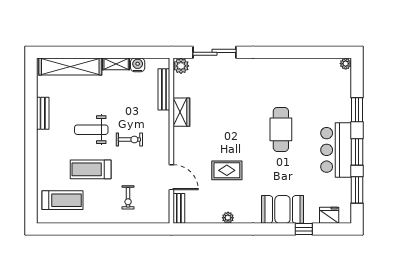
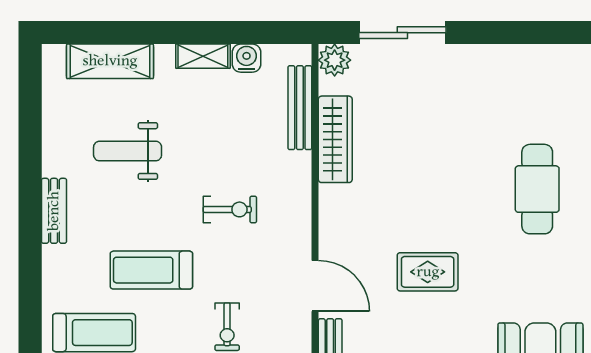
shelving: (70, 66) -> (110, 61), width x0.68
wardrobe: (181, 112) -> (335, 139), width x1.50
bench: (43, 113) -> (54, 211), moved
weight bench: (91, 130) -> (128, 151), moved

